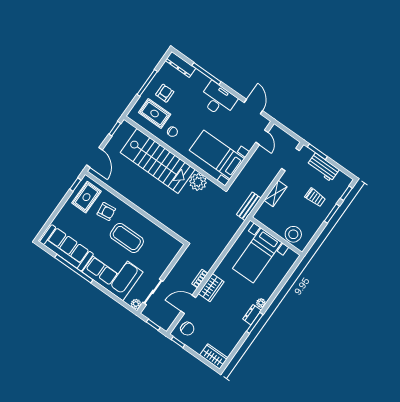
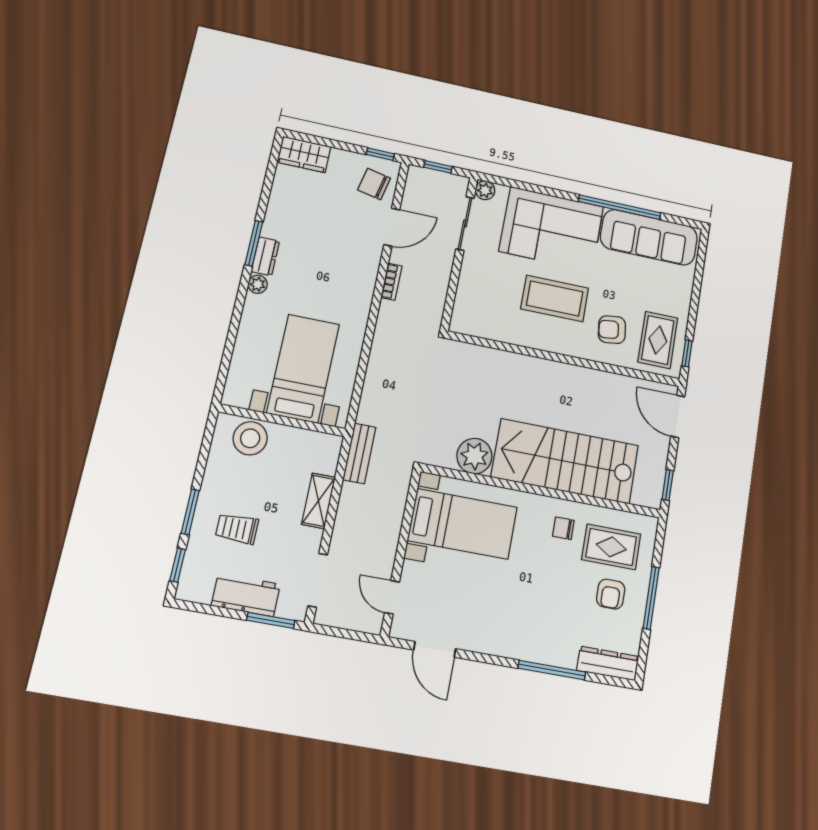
desk: (218, 100) -> (508, 630), removed
wardrobe: (211, 288) -> (363, 274), removed

